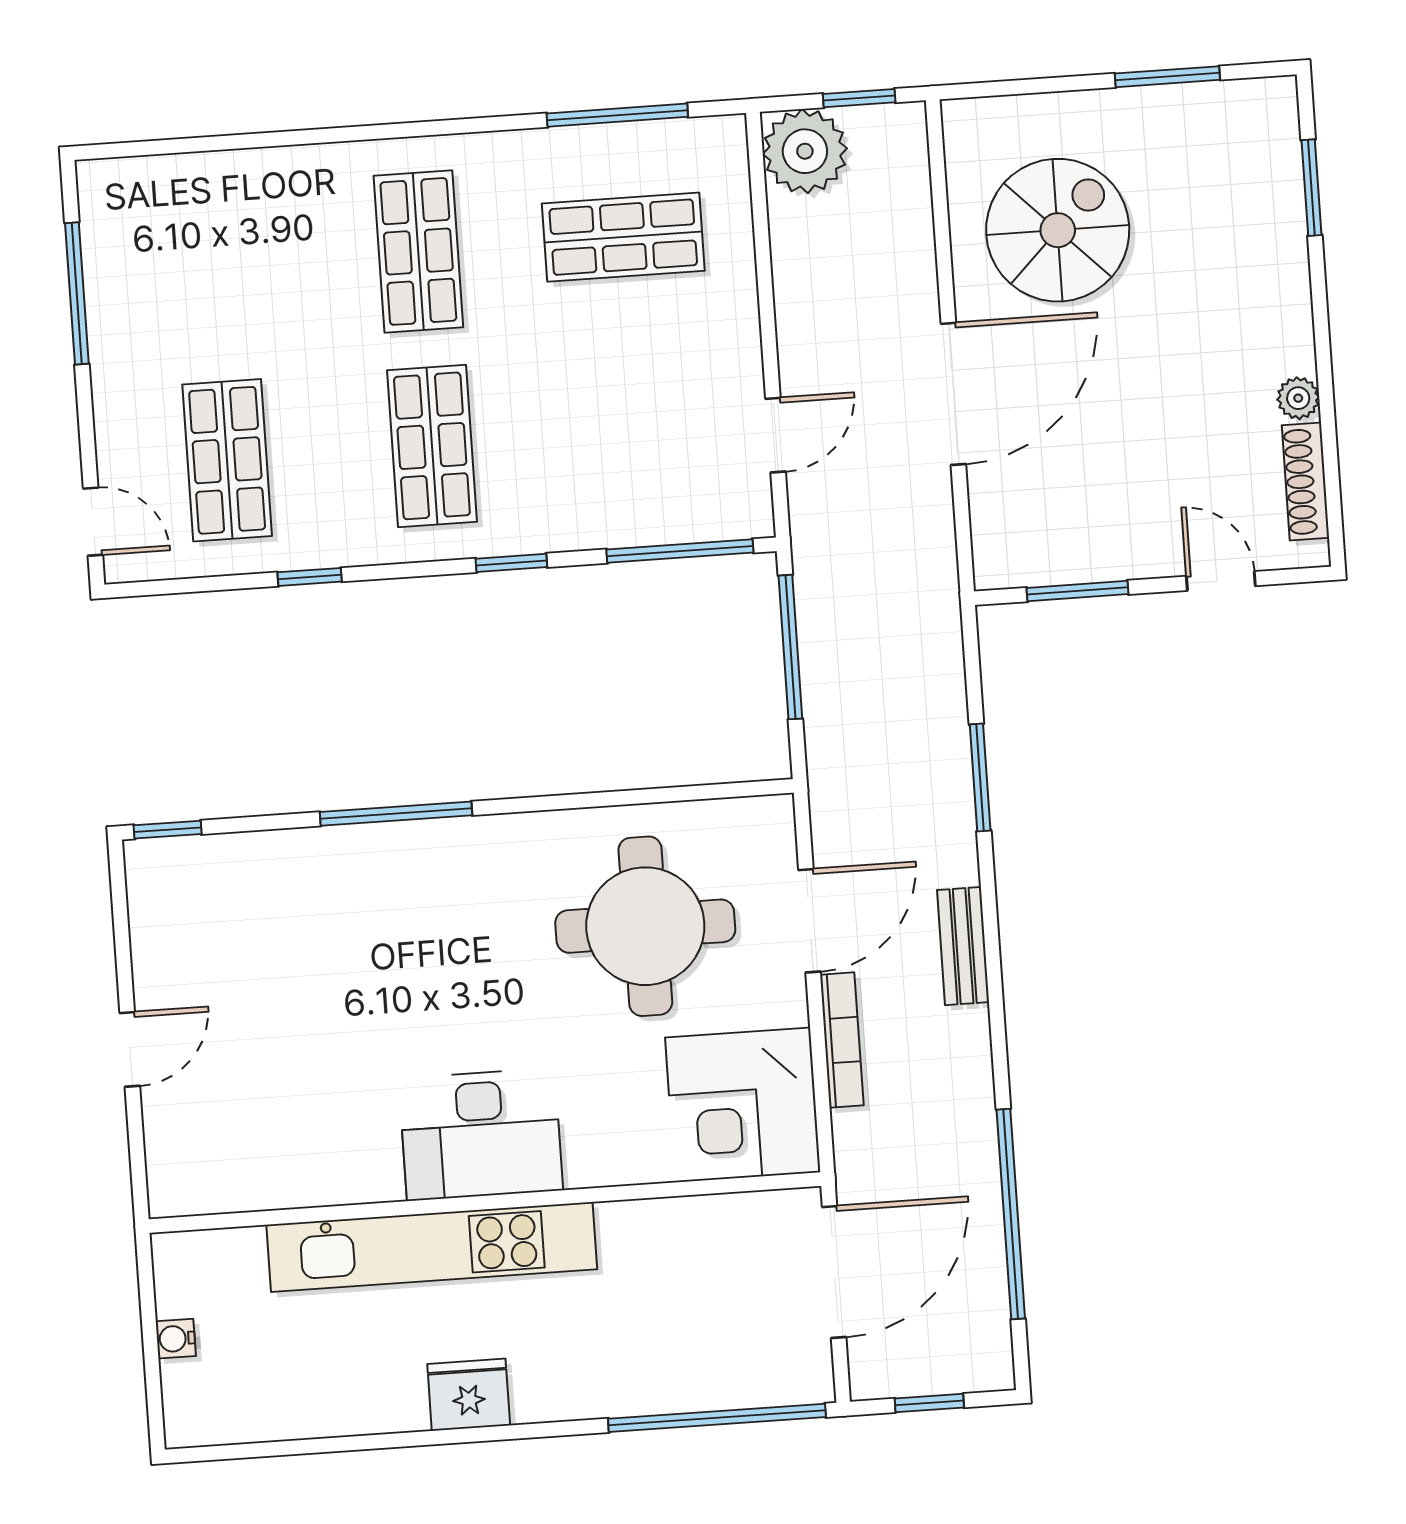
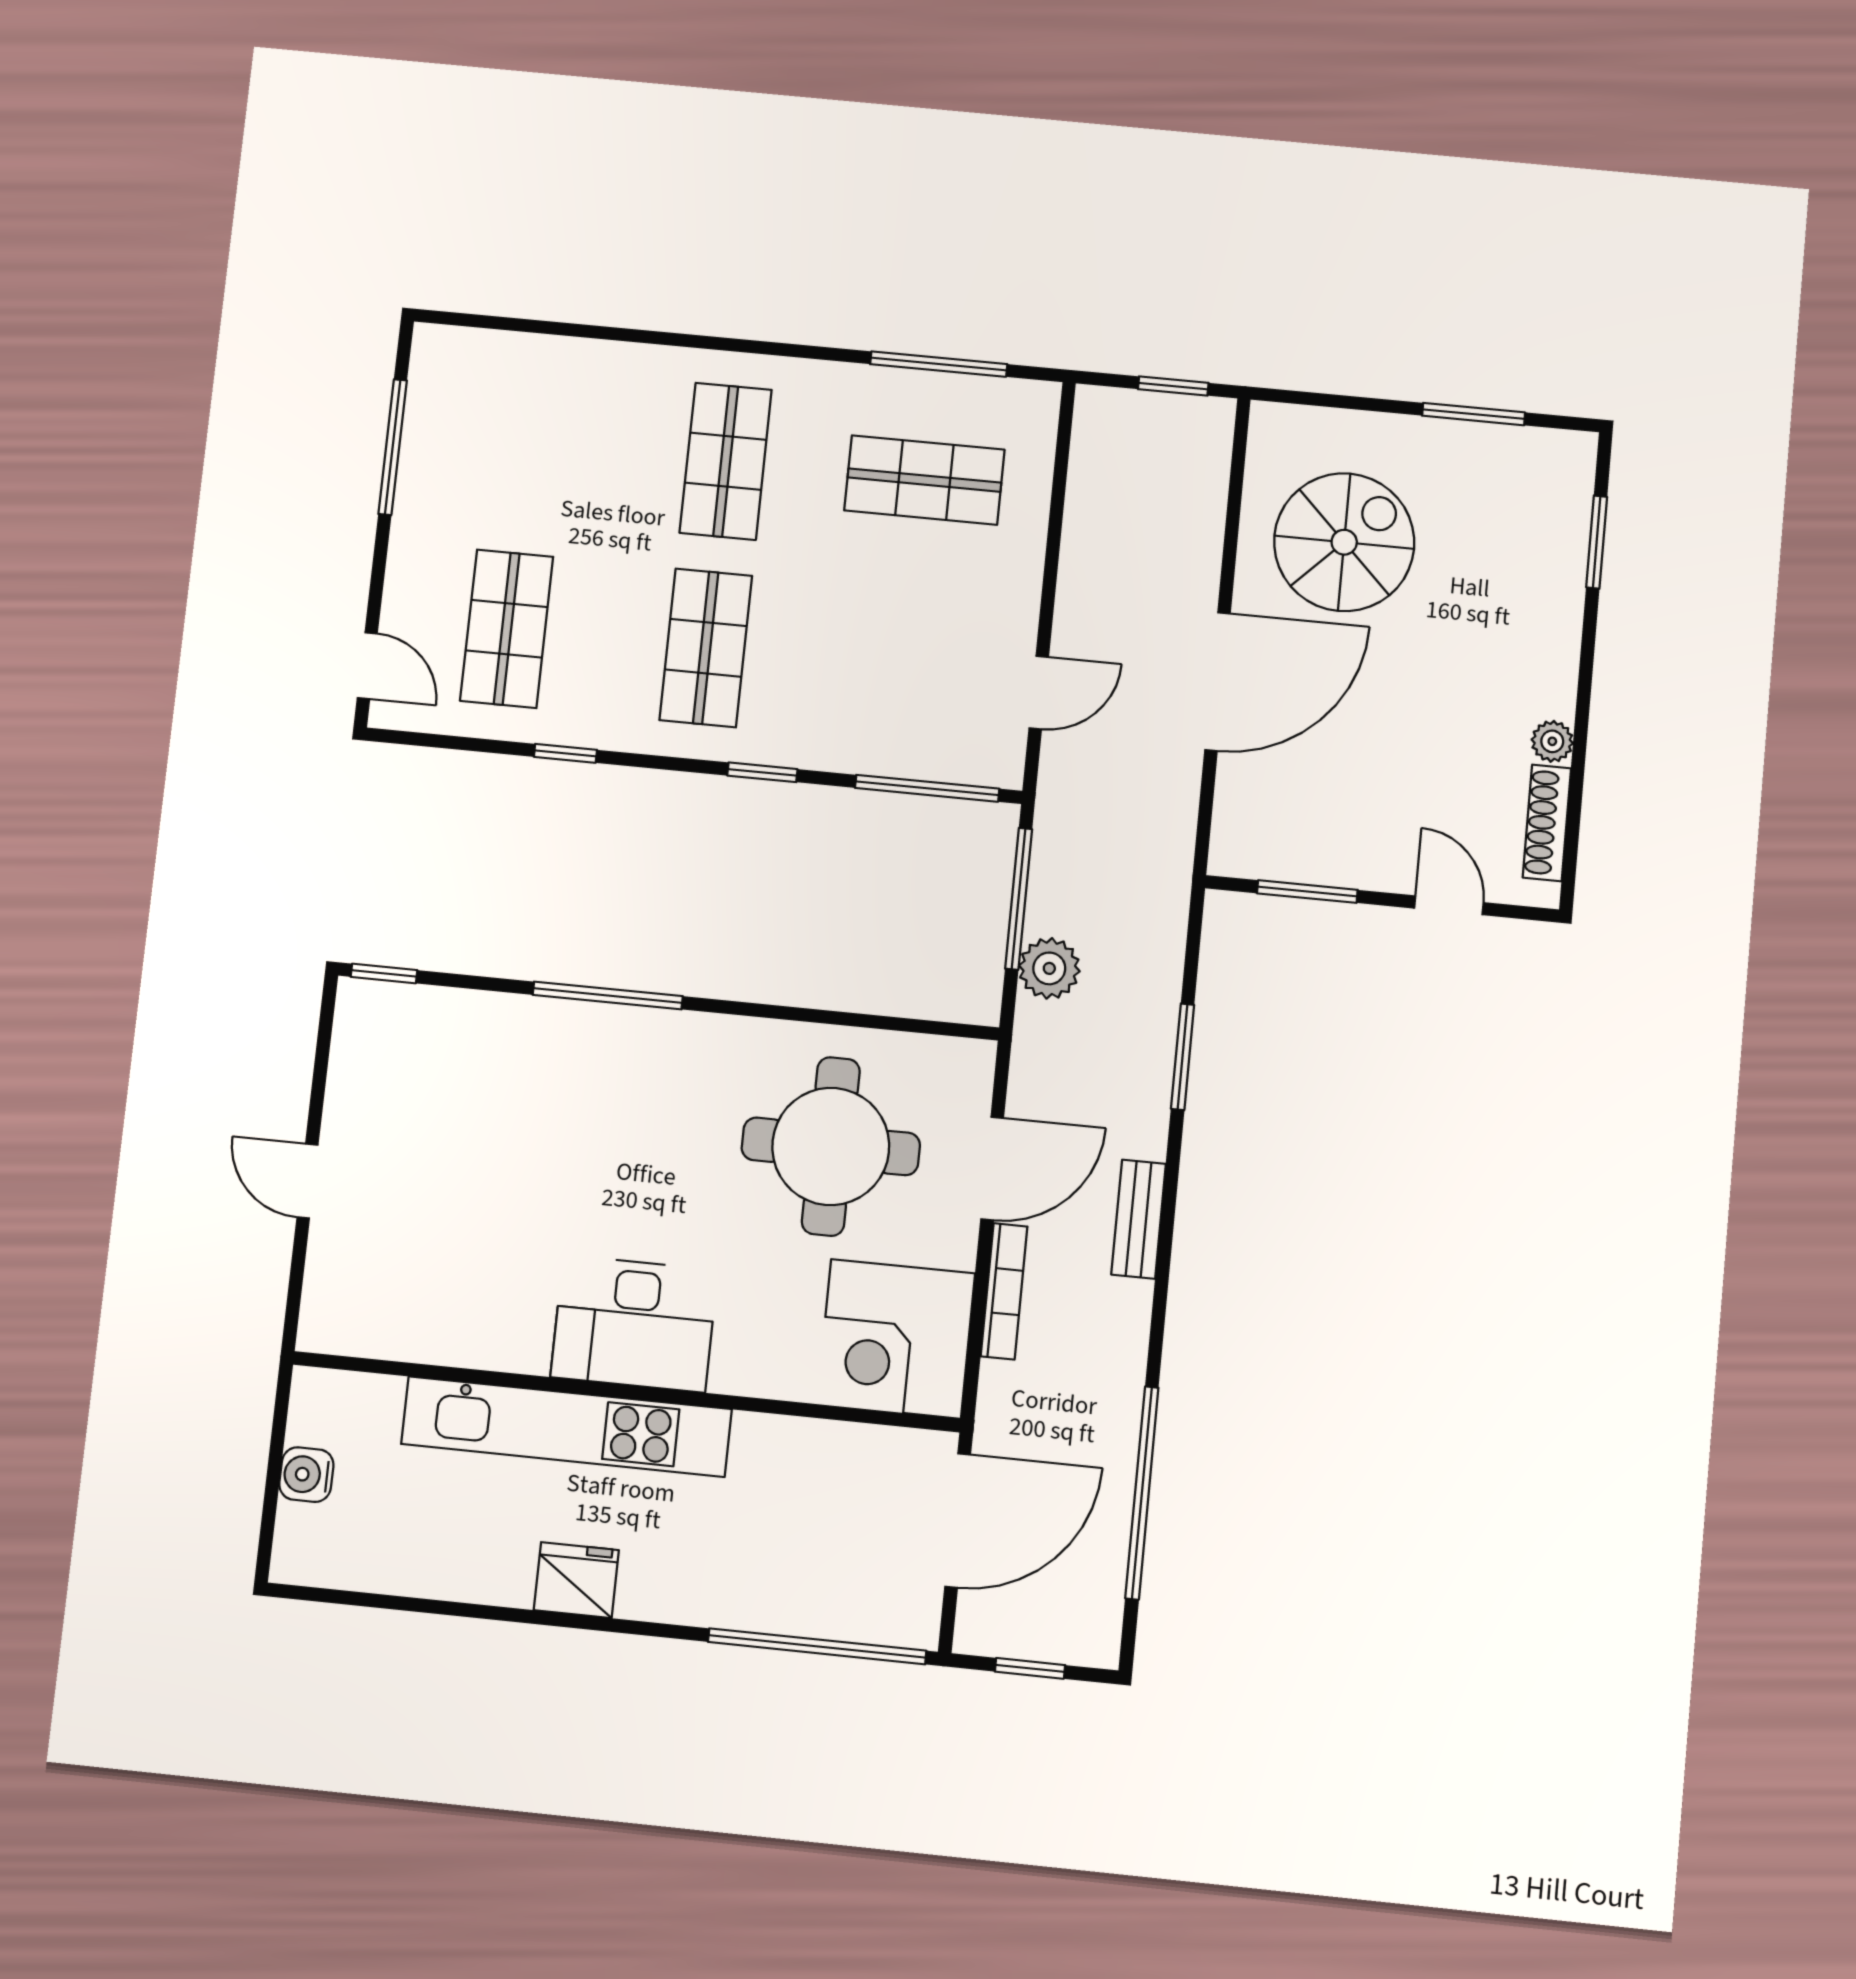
plant: (805, 151) -> (1049, 968), moved, width x0.73, depth x0.73
door: (130, 1049) -> (308, 1181), swing flipped
water cooler: (176, 1339) -> (306, 1475), width x1.38, depth x1.38

